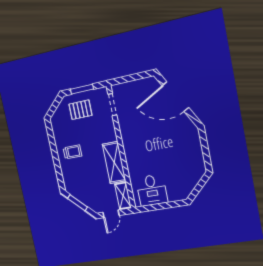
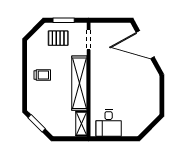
shelving: (114, 163) -> (79, 83), width x1.47
door: (111, 214) -> (67, 139), removed

